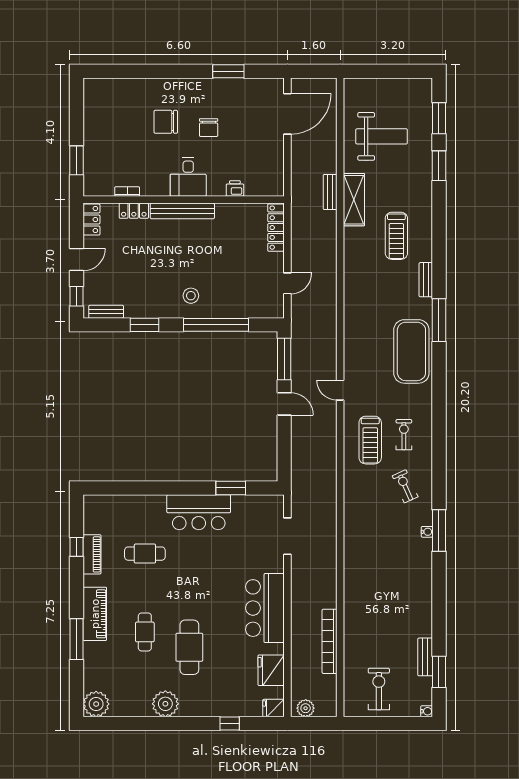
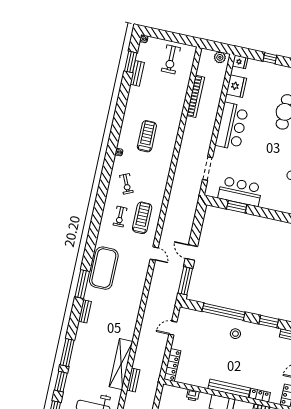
shelving: (354, 200) -> (121, 364), width x1.47
treadmill: (396, 236) -> (147, 136), moved
bar counter: (199, 512) -> (240, 191), moved
window: (439, 531) -> (67, 352), moved

